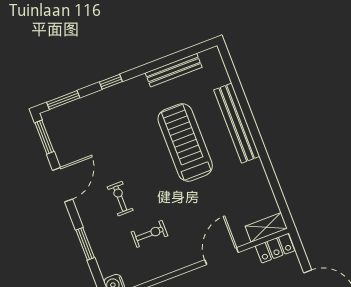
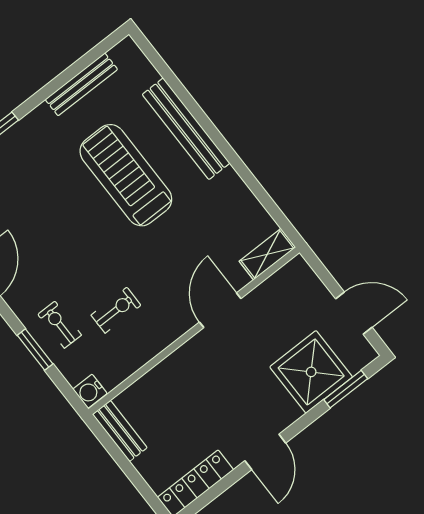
exercise bike: (120, 199) -> (60, 325), moved
locker: (275, 248) -> (287, 278), removed

